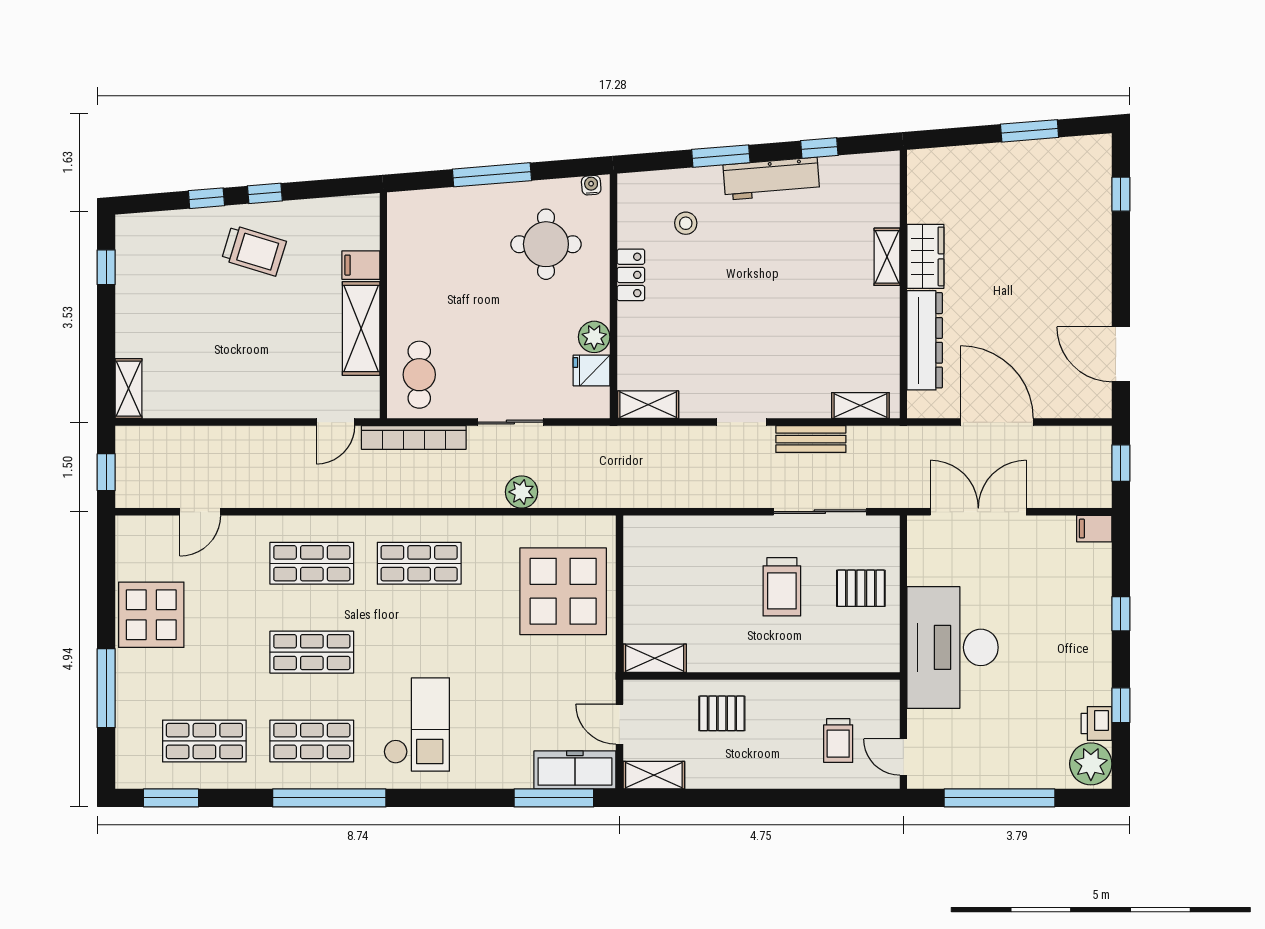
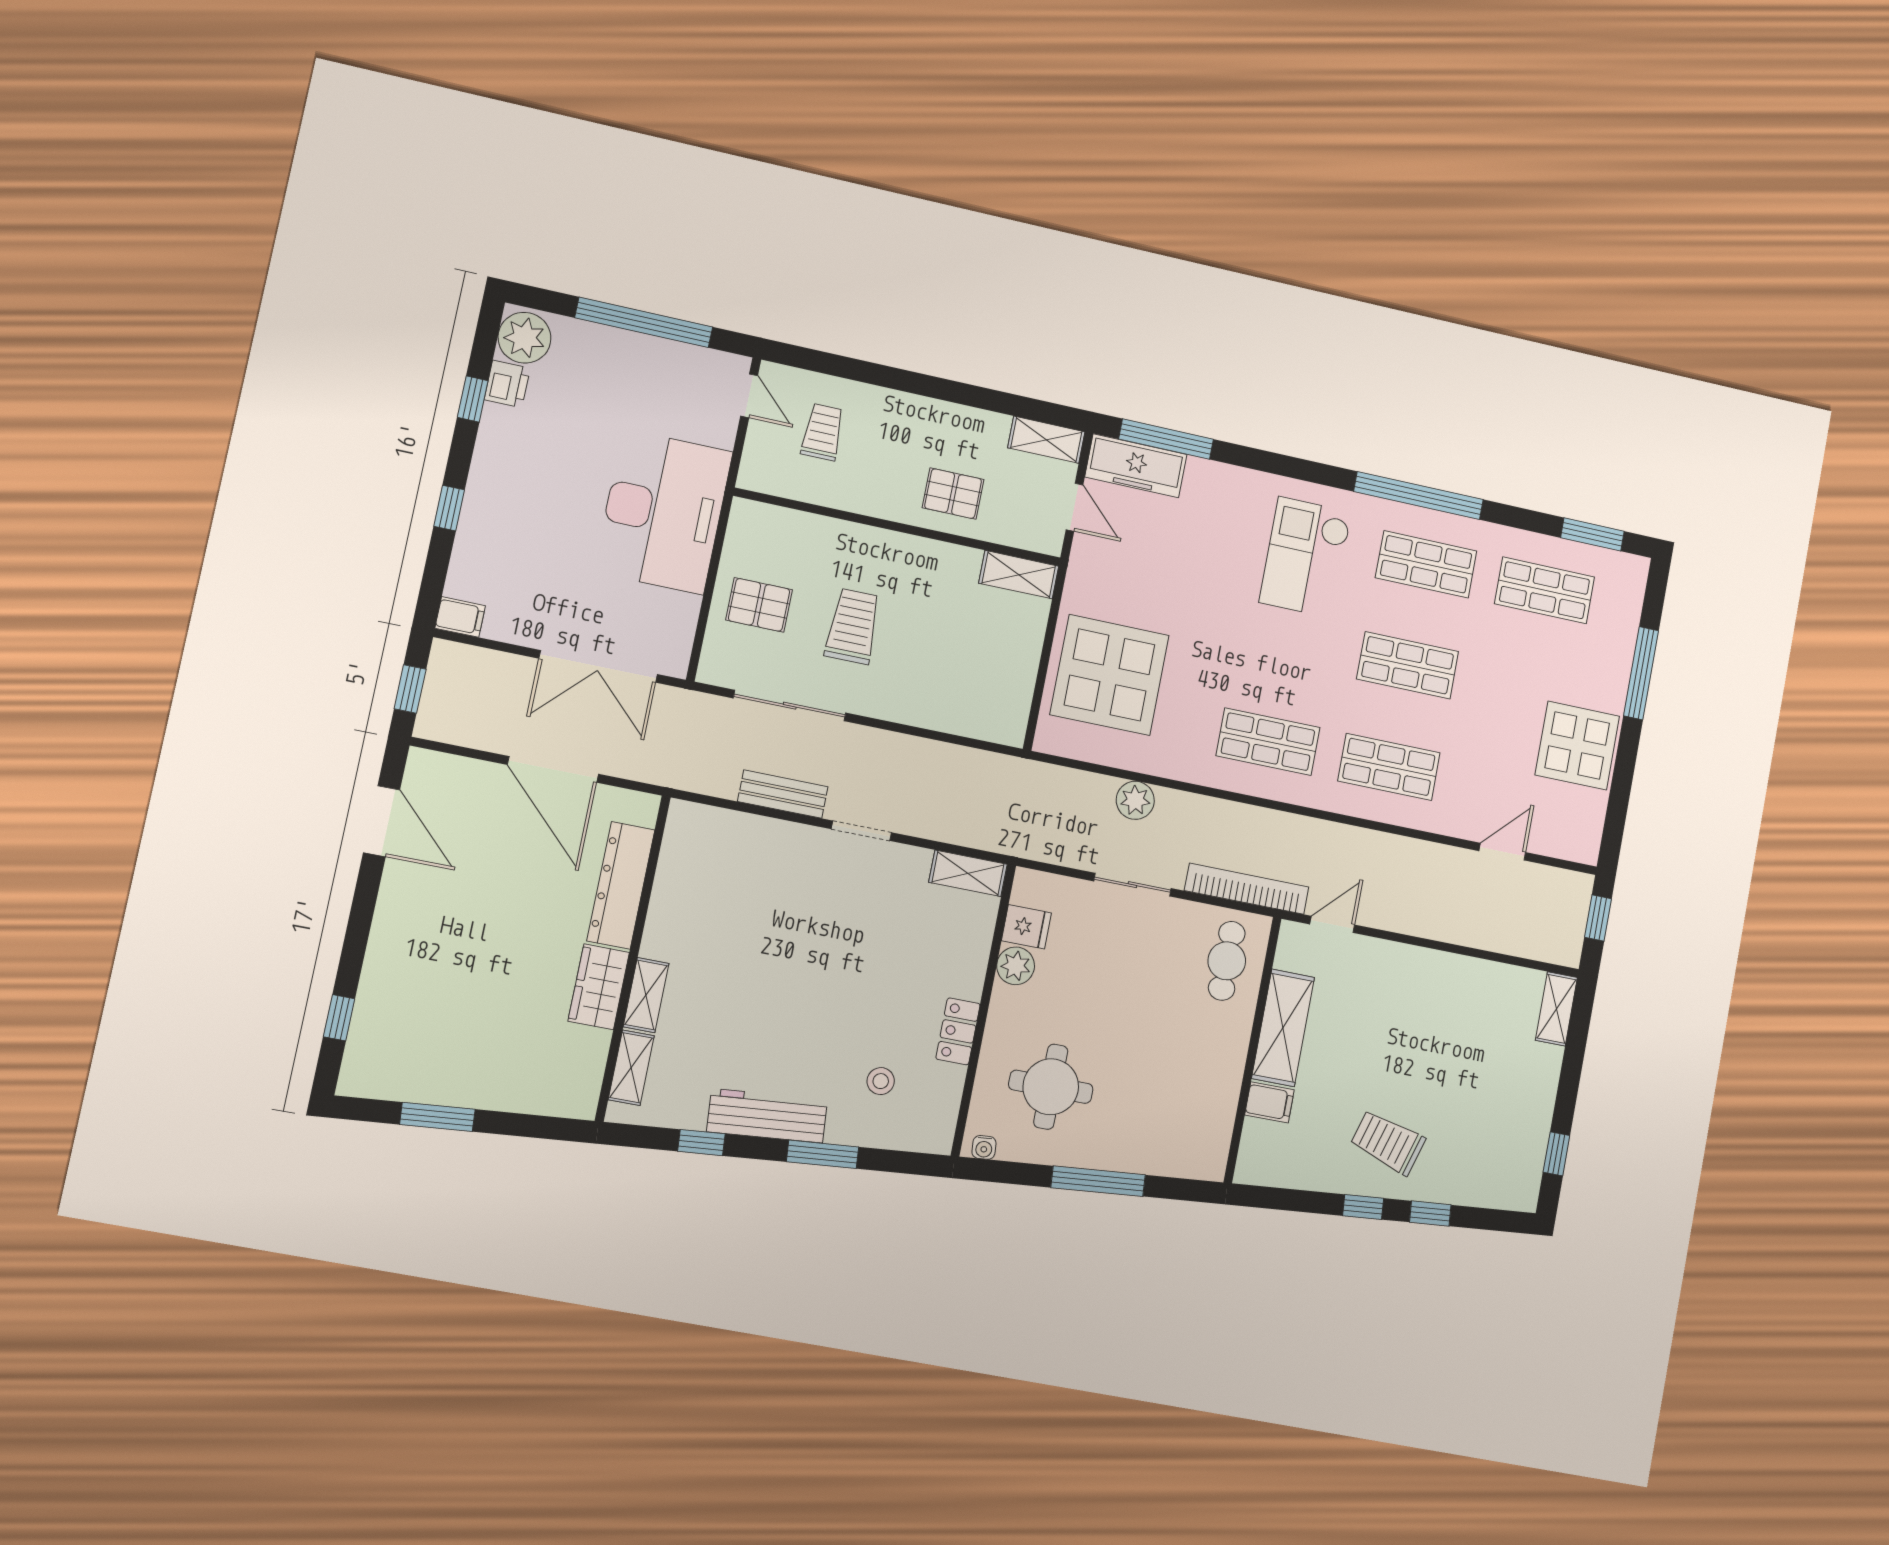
shelving: (860, 406) -> (631, 1068), moved, turned 90

